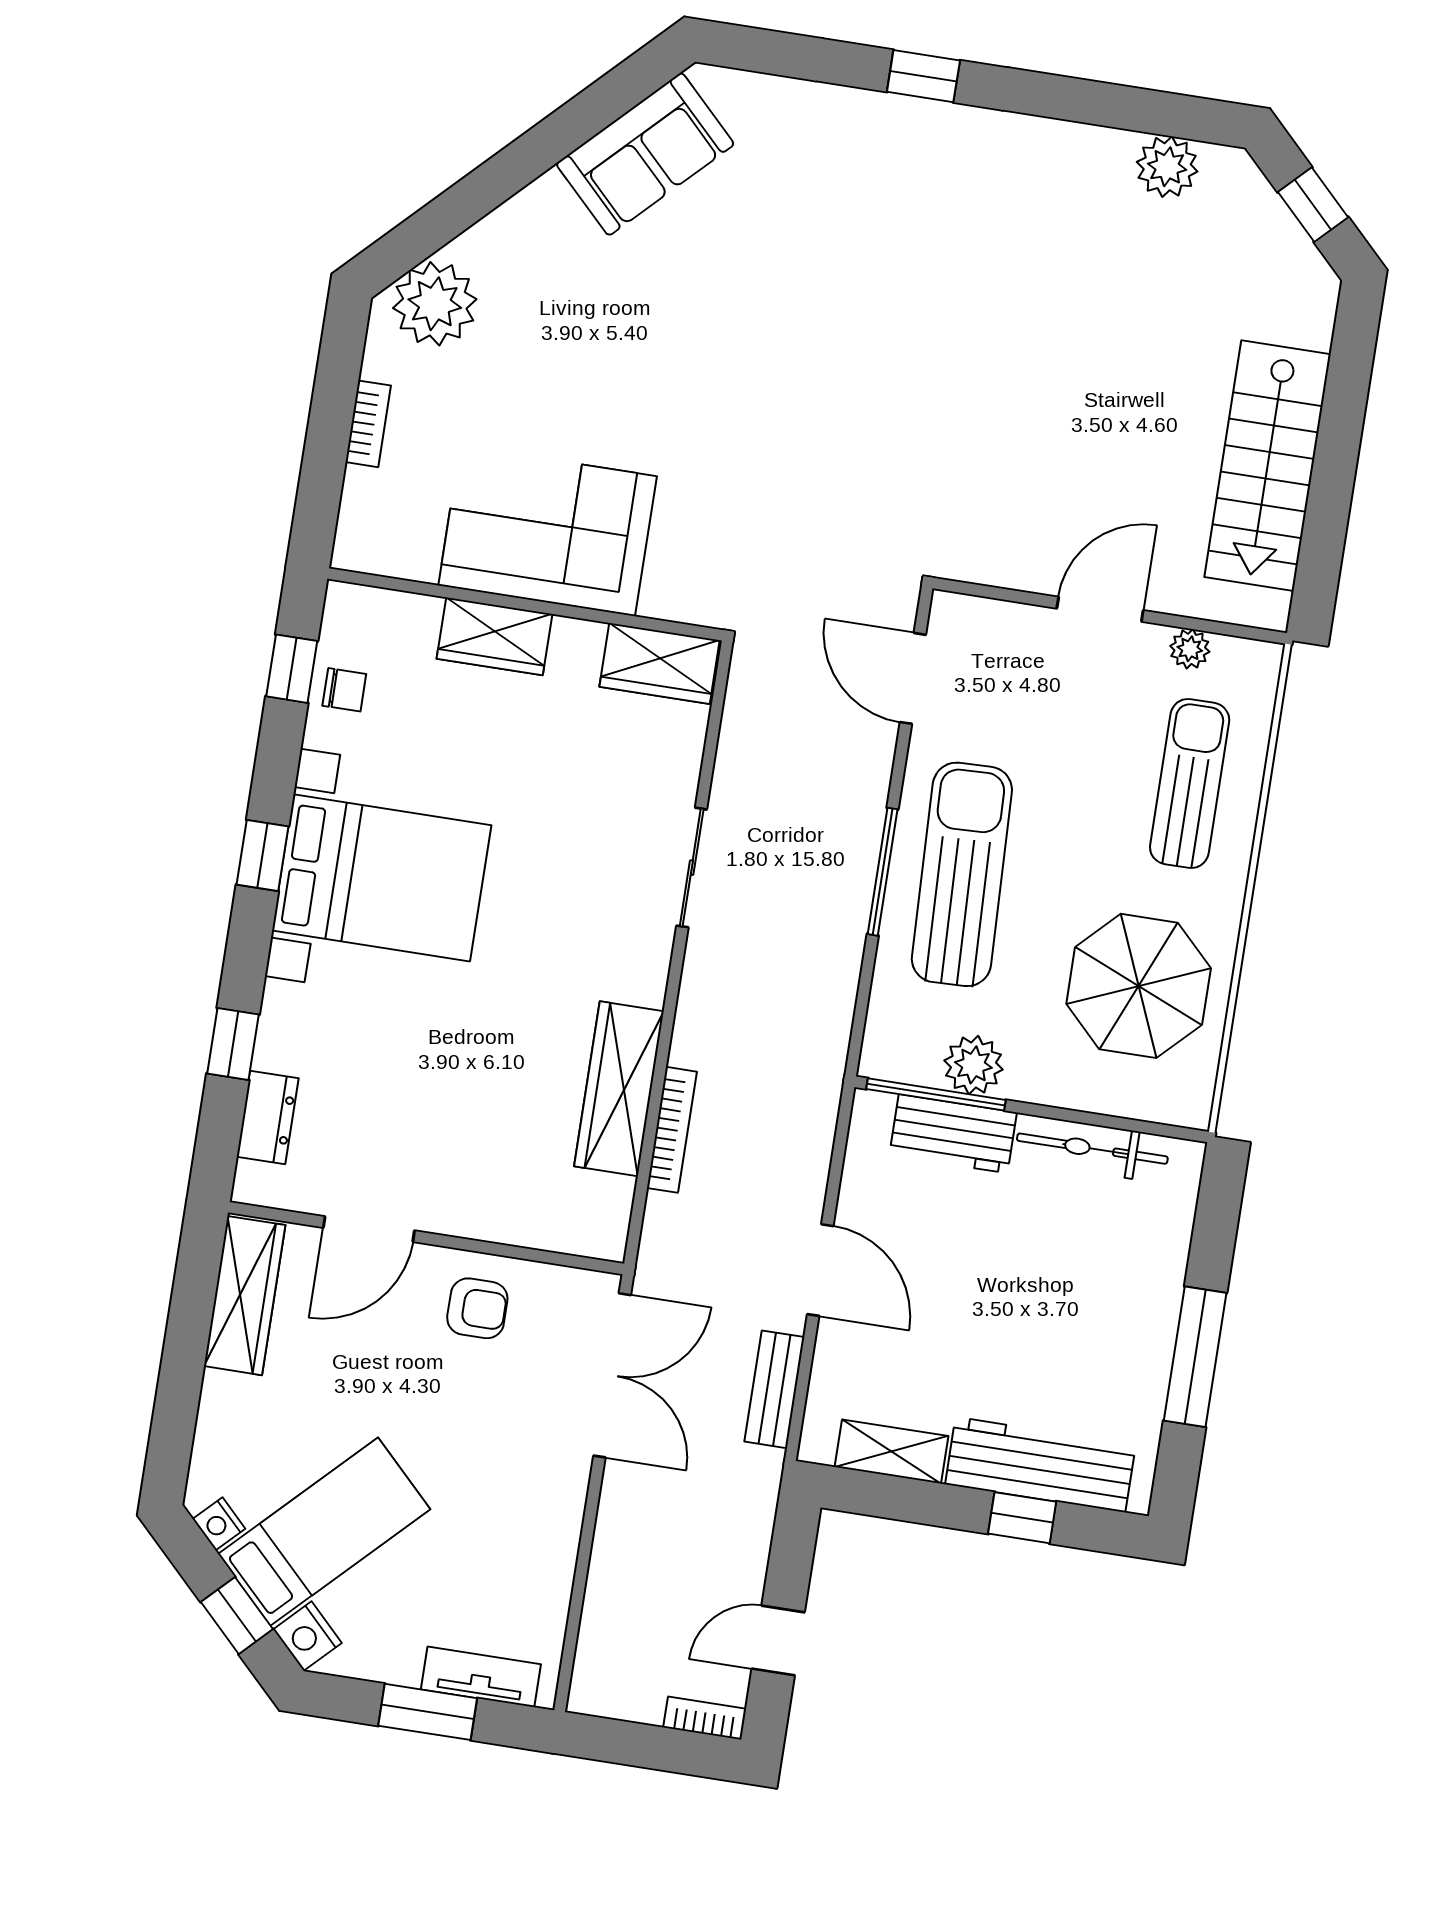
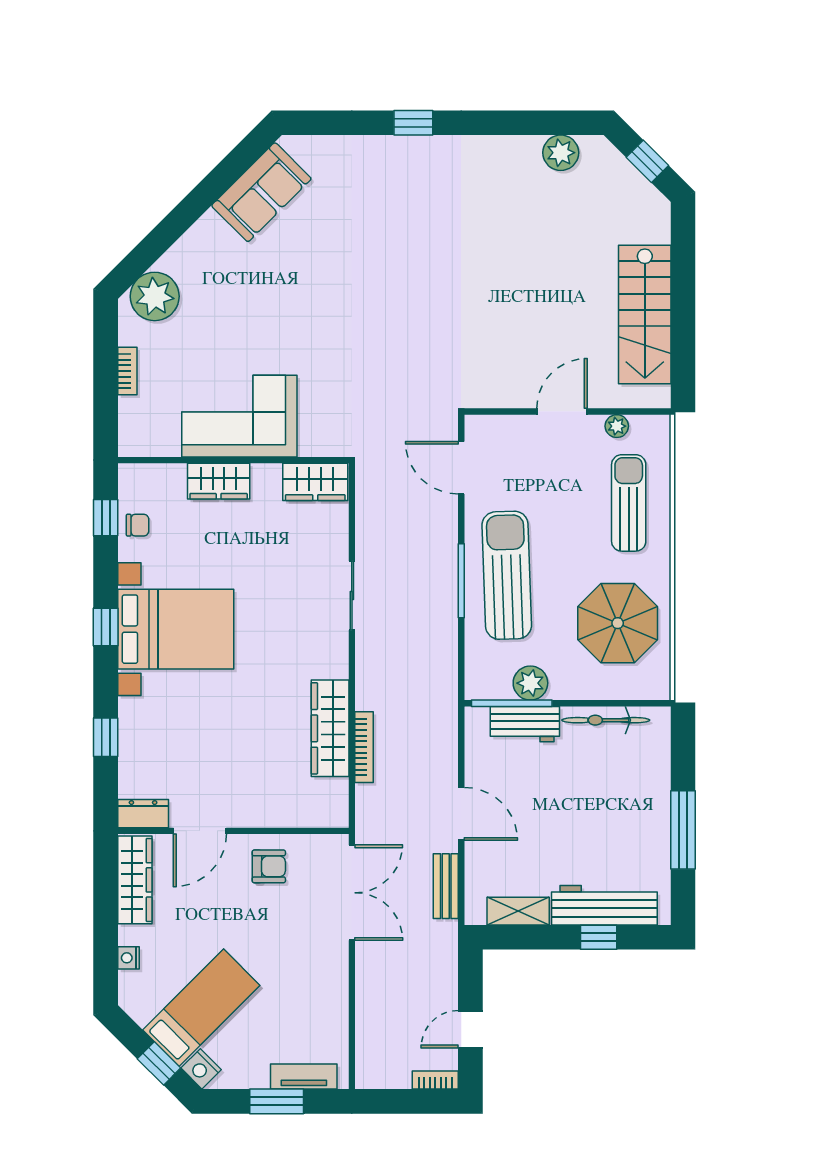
dresser: (268, 1118) -> (143, 814), moved, turned -90
nightstand: (219, 1524) -> (128, 958), moved, turned 45

